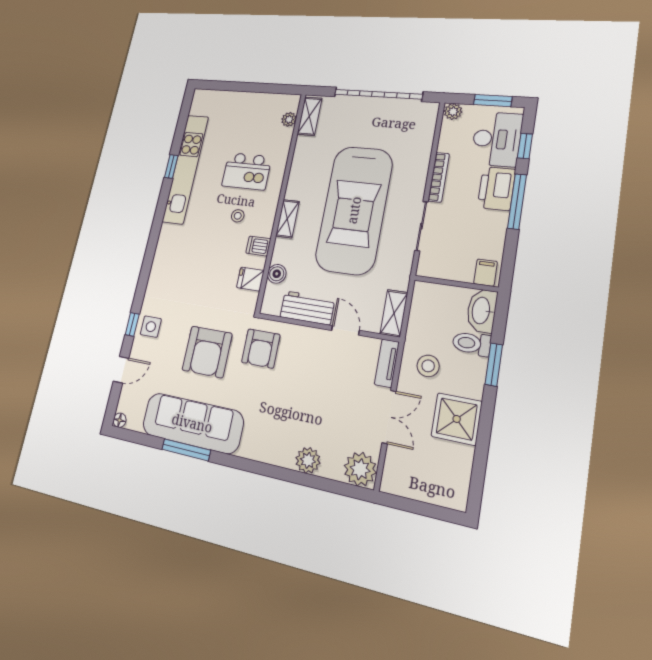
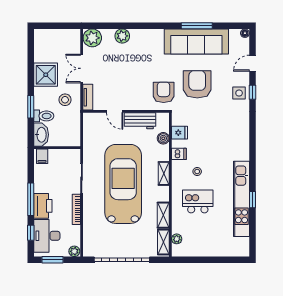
shelving: (394, 313) -> (163, 215), moved

